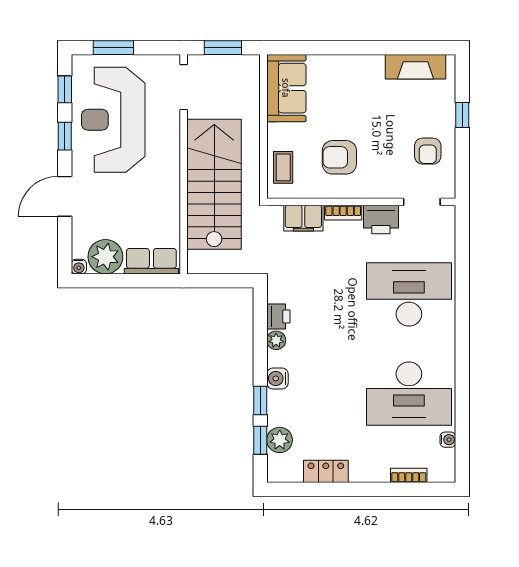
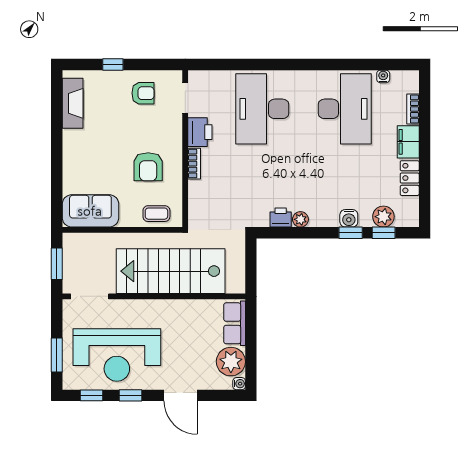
filing cabinet: (303, 218) -> (408, 142), moved, turned 180
water cooler: (277, 378) -> (349, 218), moved

